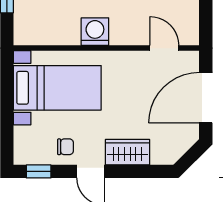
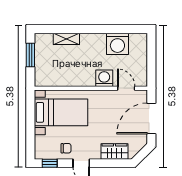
washing machine: (95, 32) -> (104, 78), moved
wardrobe: (127, 152) -> (114, 152), moved

